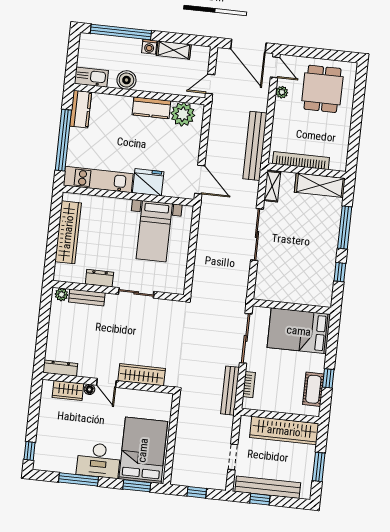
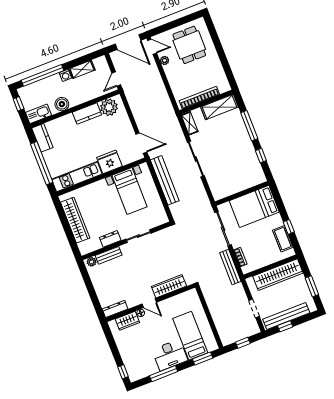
window: (73, 52) -> (19, 104), added
bench: (255, 146) -> (165, 180), moved
bed: (143, 450) -> (190, 336), width x0.67

